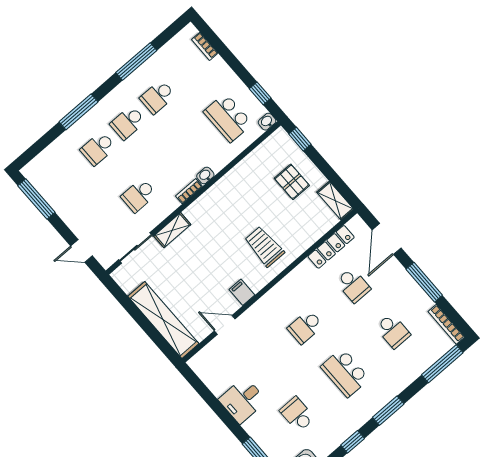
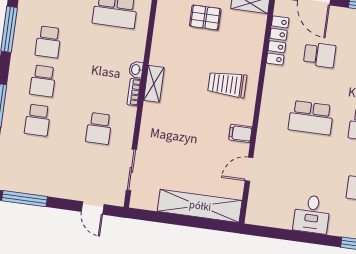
shelving: (172, 230) -> (154, 84), moved
door: (81, 251) -> (93, 208), hinge flipped
school desk: (305, 327) -> (311, 118), width x1.85

